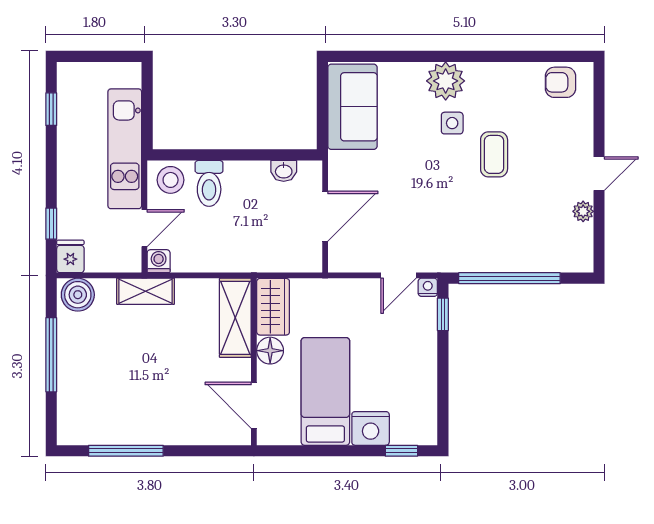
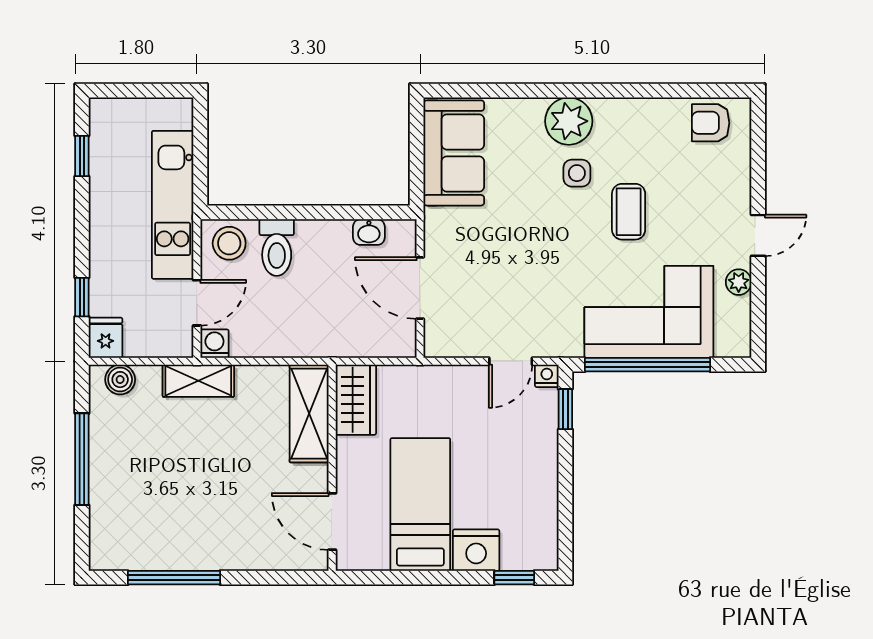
door: (325, 216) -> (420, 288), swing flipped
corner sofa: (511, 235) -> (649, 312), added
boiler: (78, 295) -> (120, 380), width x0.73, depth x0.73
floor lamp: (270, 351) -> (352, 454), removed

